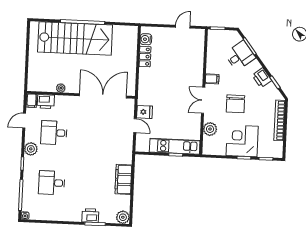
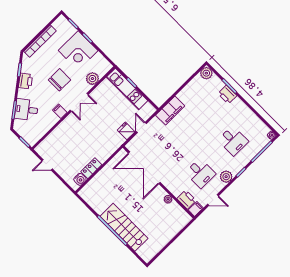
stairs: (75, 38) -> (124, 227), width x0.73, depth x0.66
filing cabinet: (123, 179) -> (170, 111), moved

